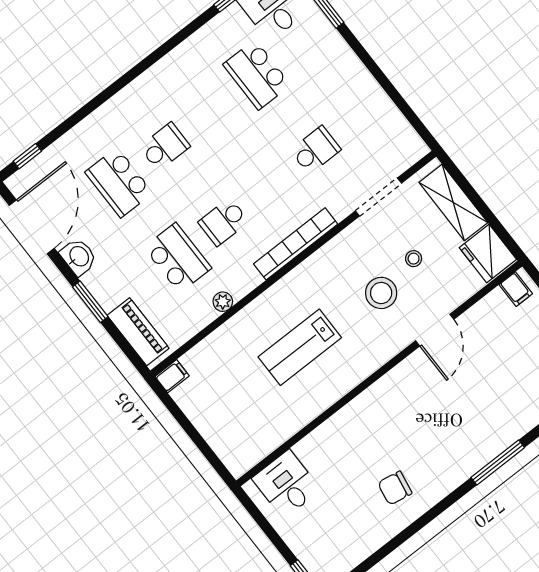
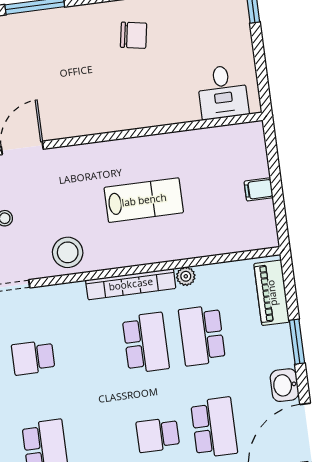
school desk: (224, 222) -> (146, 343), width x1.85
bookcase: (296, 244) -> (131, 284), moved
stool: (381, 293) -> (68, 252), moved
filing cabinet: (172, 376) -> (259, 189), moved

